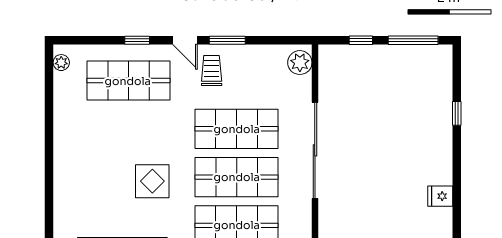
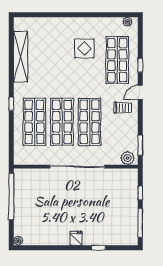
window: (227, 40) -> (140, 145), moved
display table: (152, 181) -> (84, 48), moved
fridge: (440, 196) -> (76, 238), moved

